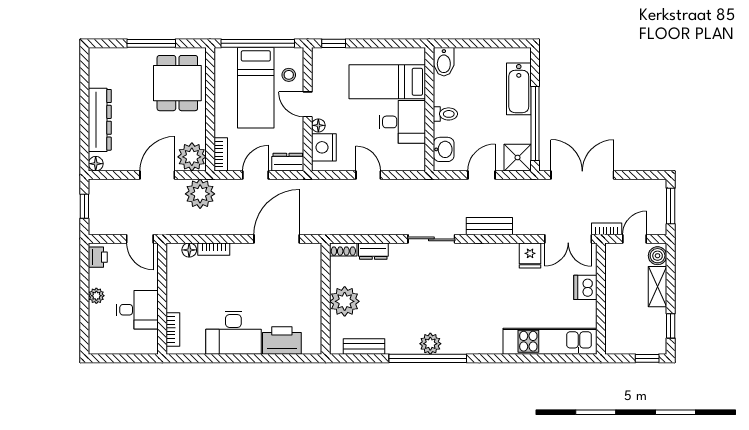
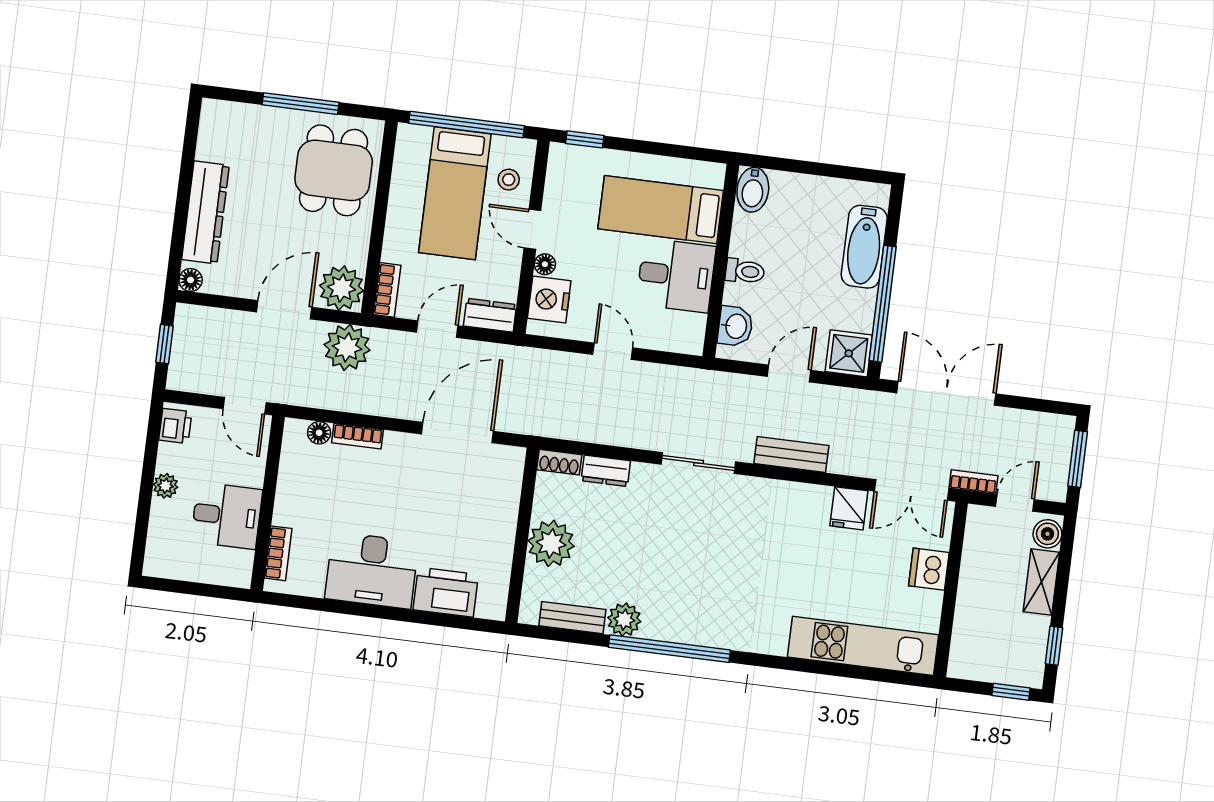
plant: (430, 344) -> (624, 620), moved

